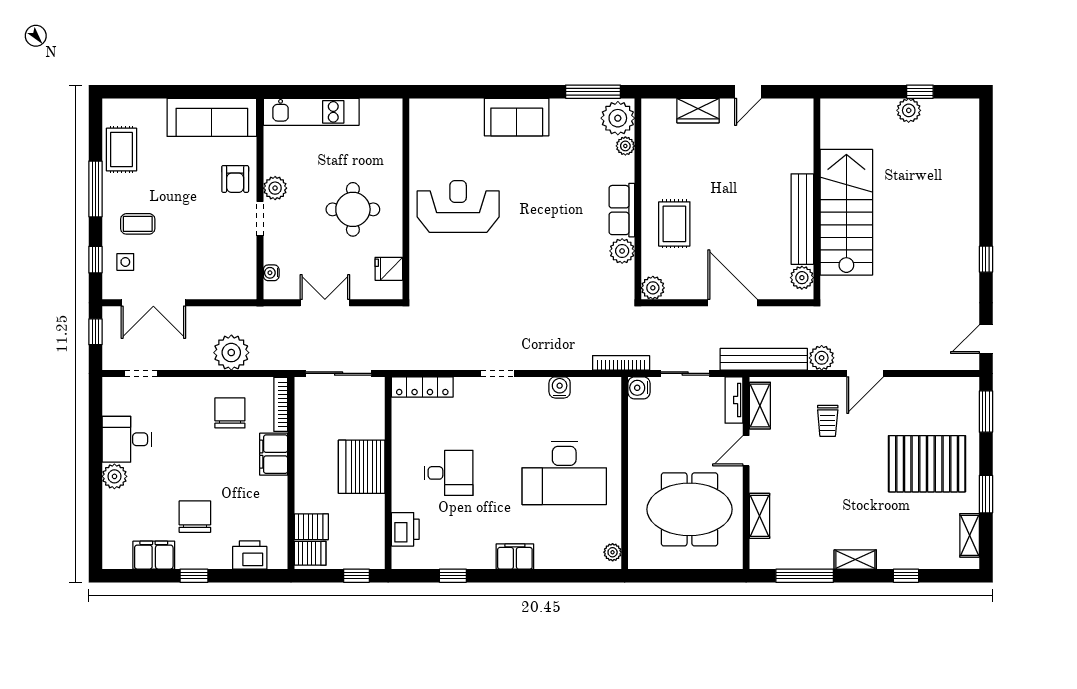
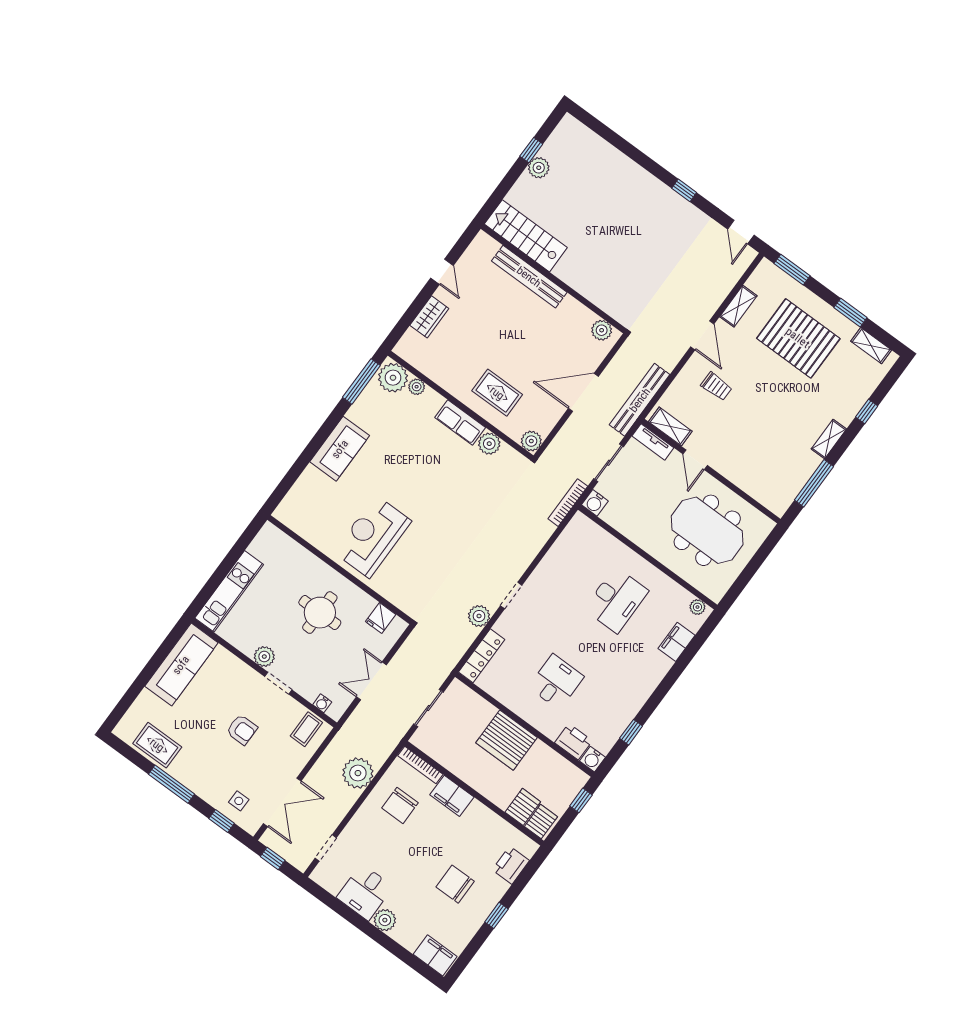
armchair: (235, 179) -> (242, 730), moved
stairs: (846, 212) -> (526, 236), moved, width x0.73, depth x0.66
bench: (802, 219) -> (529, 277), moved
coffee table: (138, 224) -> (306, 729), moved
plant: (822, 358) -> (479, 616), moved
sliding door: (339, 373) -> (429, 708), width x0.73
water cooler: (560, 387) -> (592, 759), moved, turned -90
chair: (230, 413) -> (400, 805), turned -90
pallet: (927, 464) -> (798, 338), turned 90
desk: (564, 473) -> (616, 600), width x0.73, depth x0.77
meeting table: (689, 509) -> (707, 530), turned 90
shelving: (760, 516) -> (738, 306), moved, turned 90
filing cabinet: (154, 555) -> (435, 955), moved, turned 90
filing cabinet: (515, 556) -> (676, 642), moved

